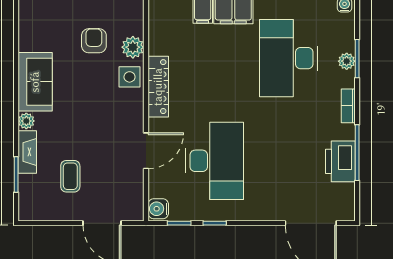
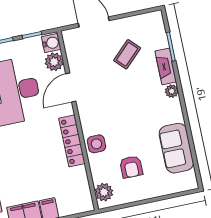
plant: (133, 47) -> (104, 192), moved
sofa: (35, 82) -> (176, 148), moved
coffee table: (70, 176) -> (127, 54), turned 46
plant: (159, 186) -> (54, 62), added

